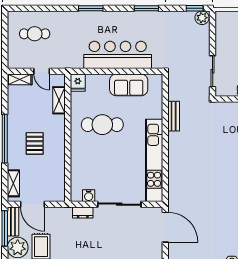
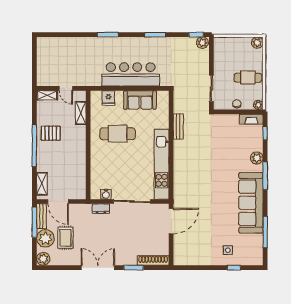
cafe table: (35, 34) -> (60, 56), removed
fridge: (78, 83) -> (108, 98), moved
pallet: (35, 143) -> (51, 133), moved, turned 90
door: (165, 227) -> (171, 221), hinge flipped

